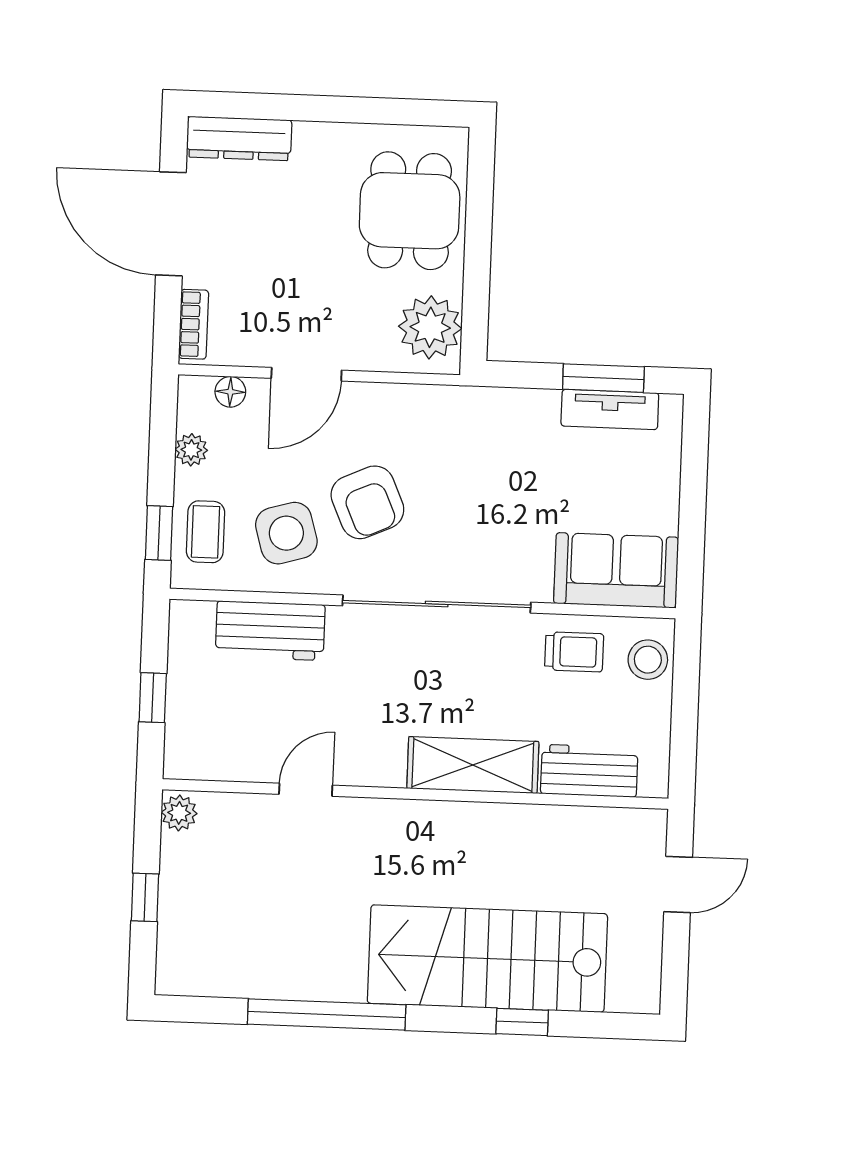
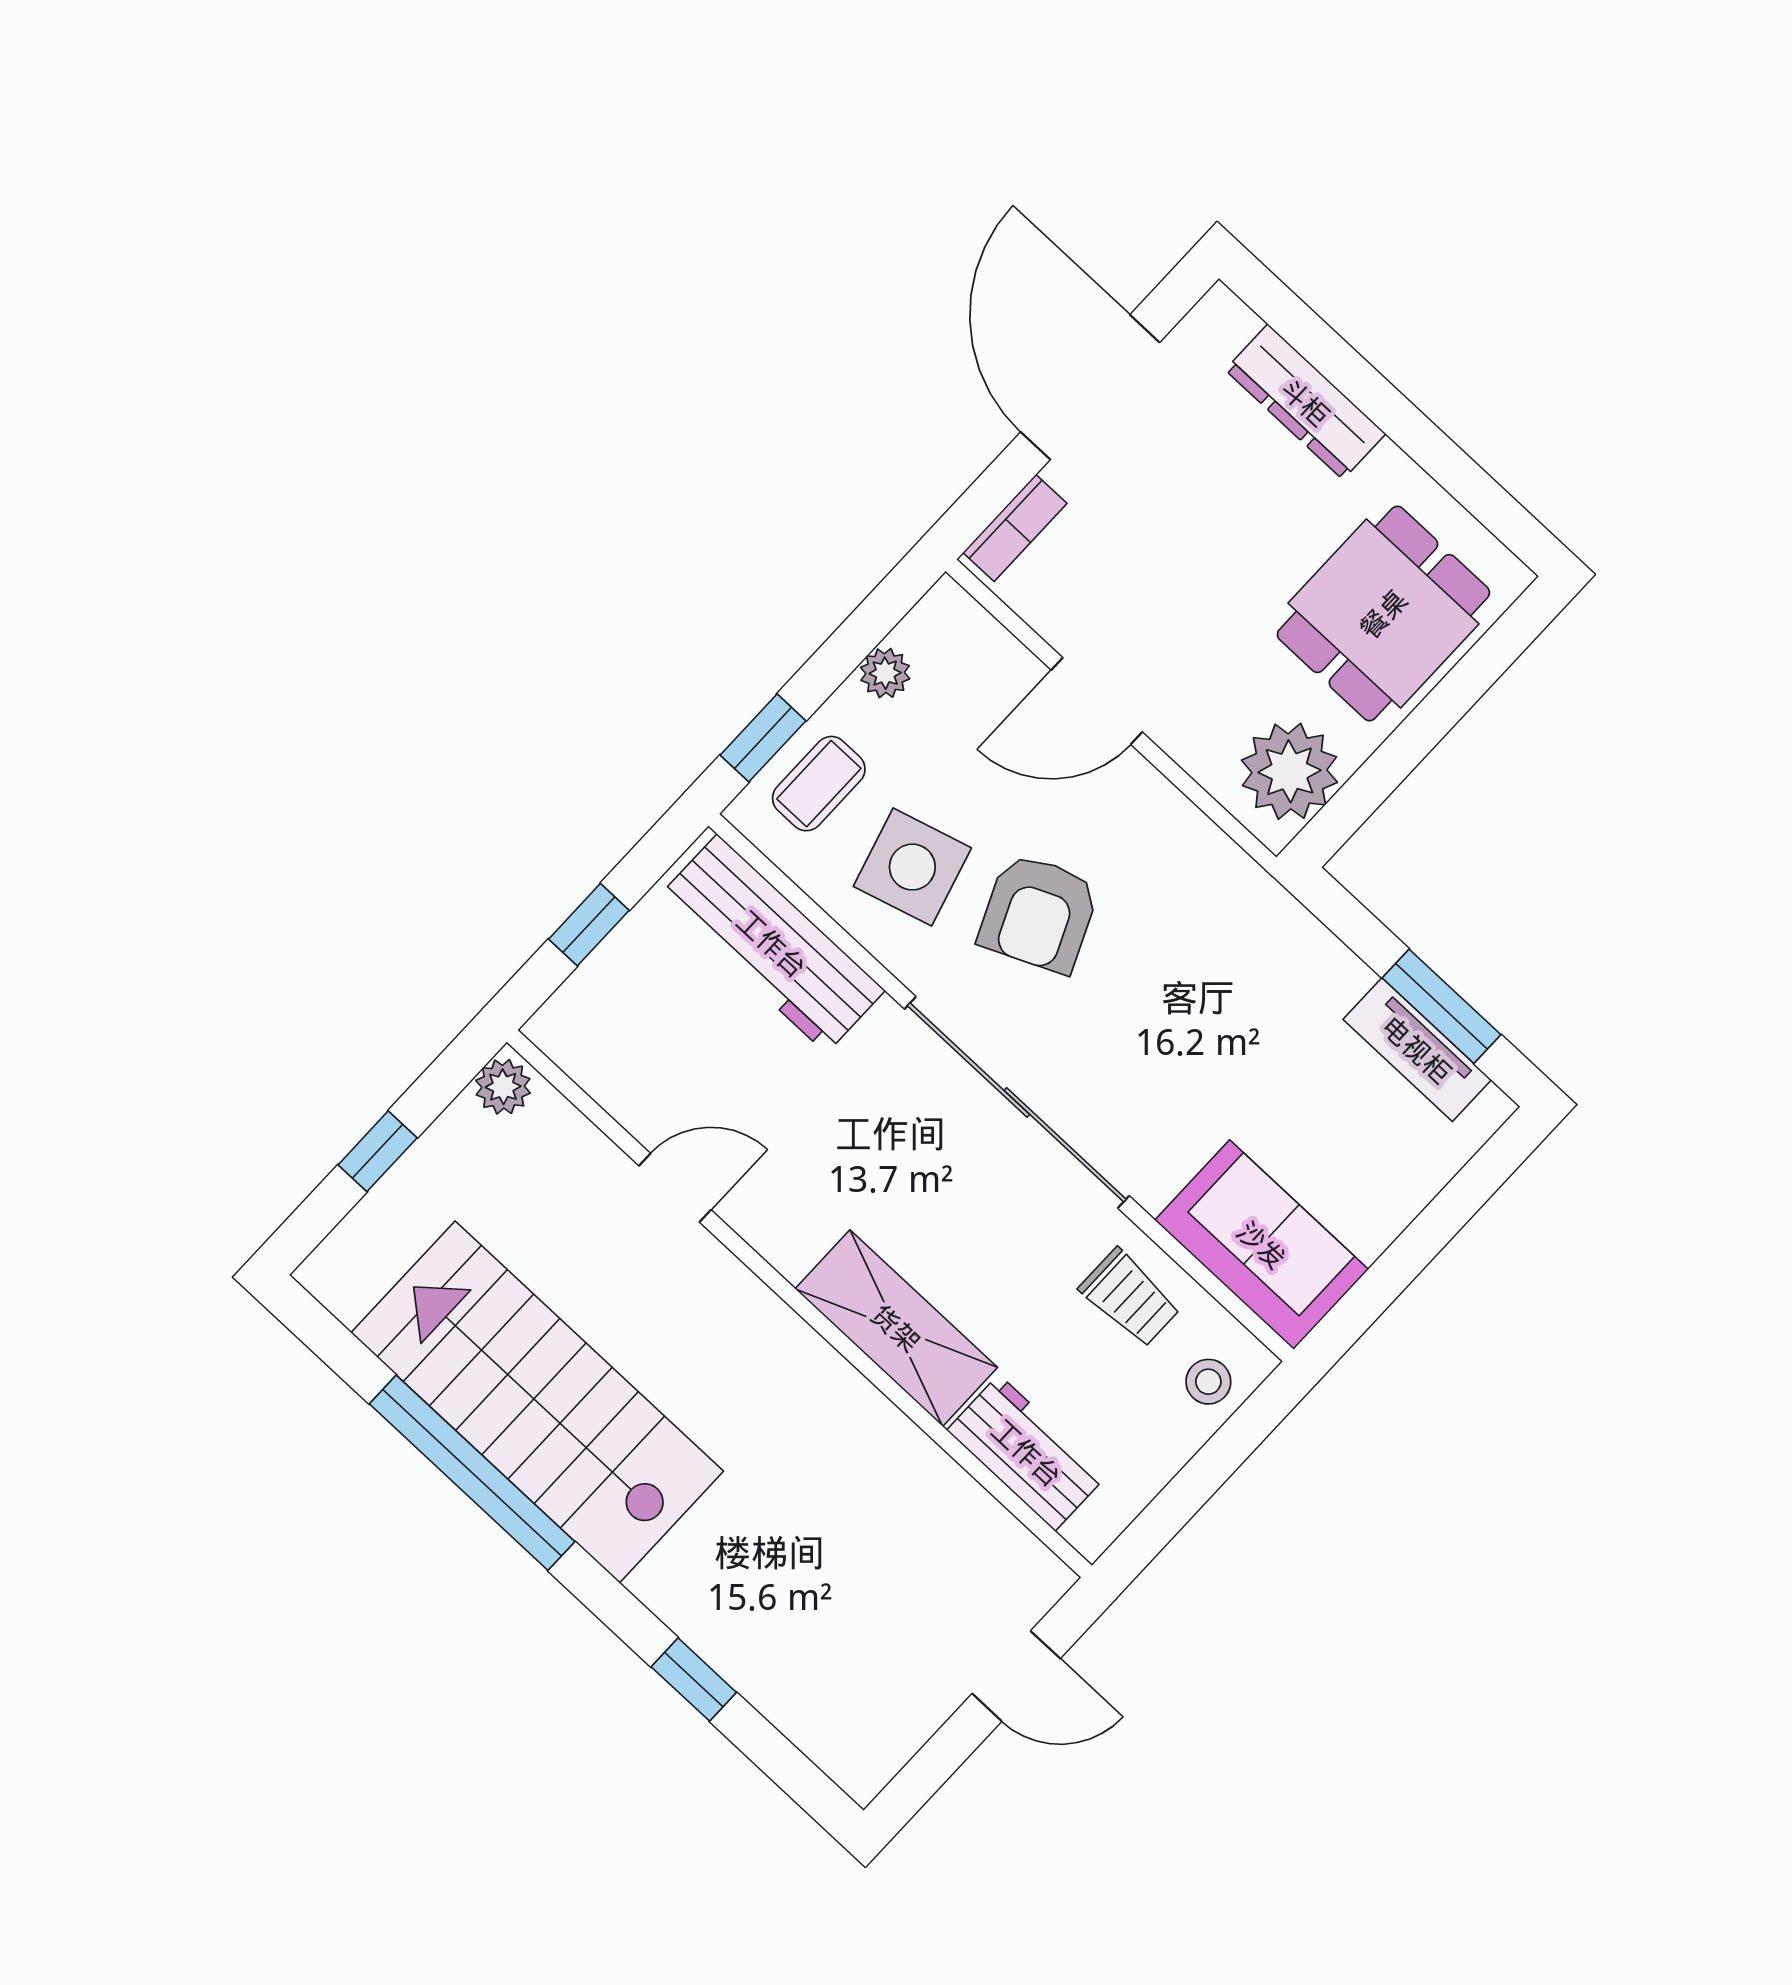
dresser: (239, 139) -> (1305, 402), moved
floor lamp: (230, 392) -> (990, 644), removed
workbench: (270, 631) -> (772, 944), width x1.38
stool: (648, 660) -> (1208, 1382), width x0.73, depth x0.73
stairs: (487, 959) -> (537, 1402), moved

